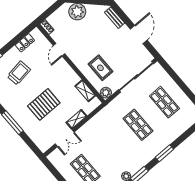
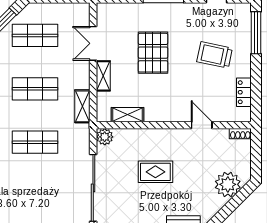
rug: (100, 68) -> (155, 172), moved
trolley: (19, 73) -> (215, 55), turned 110
shop shelf: (164, 102) -> (35, 89), moved
shelving: (100, 117) -> (82, 106), added

